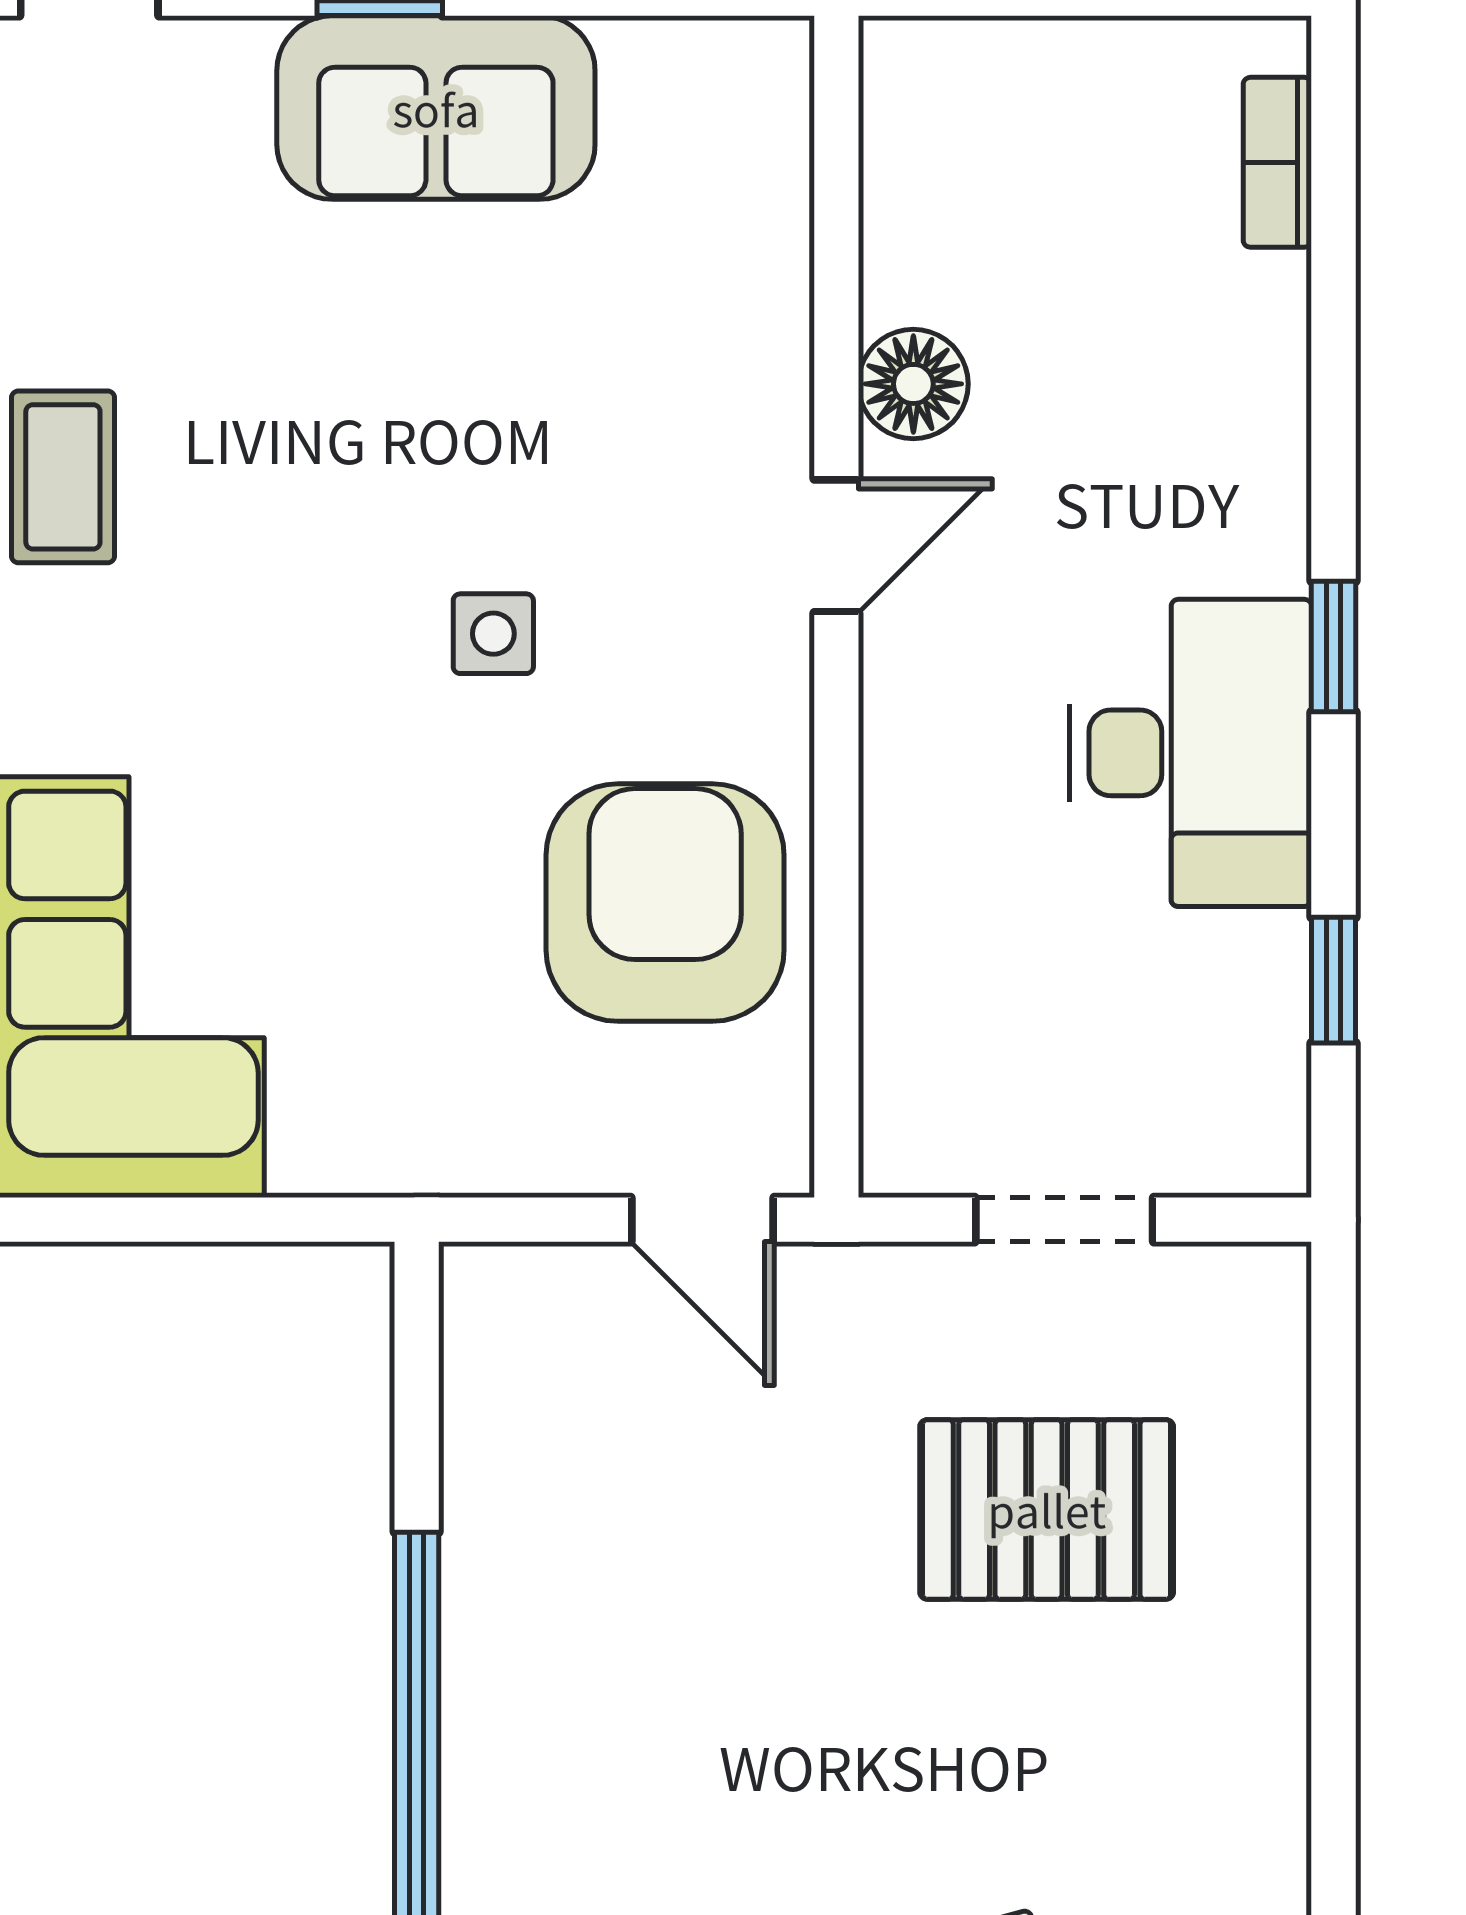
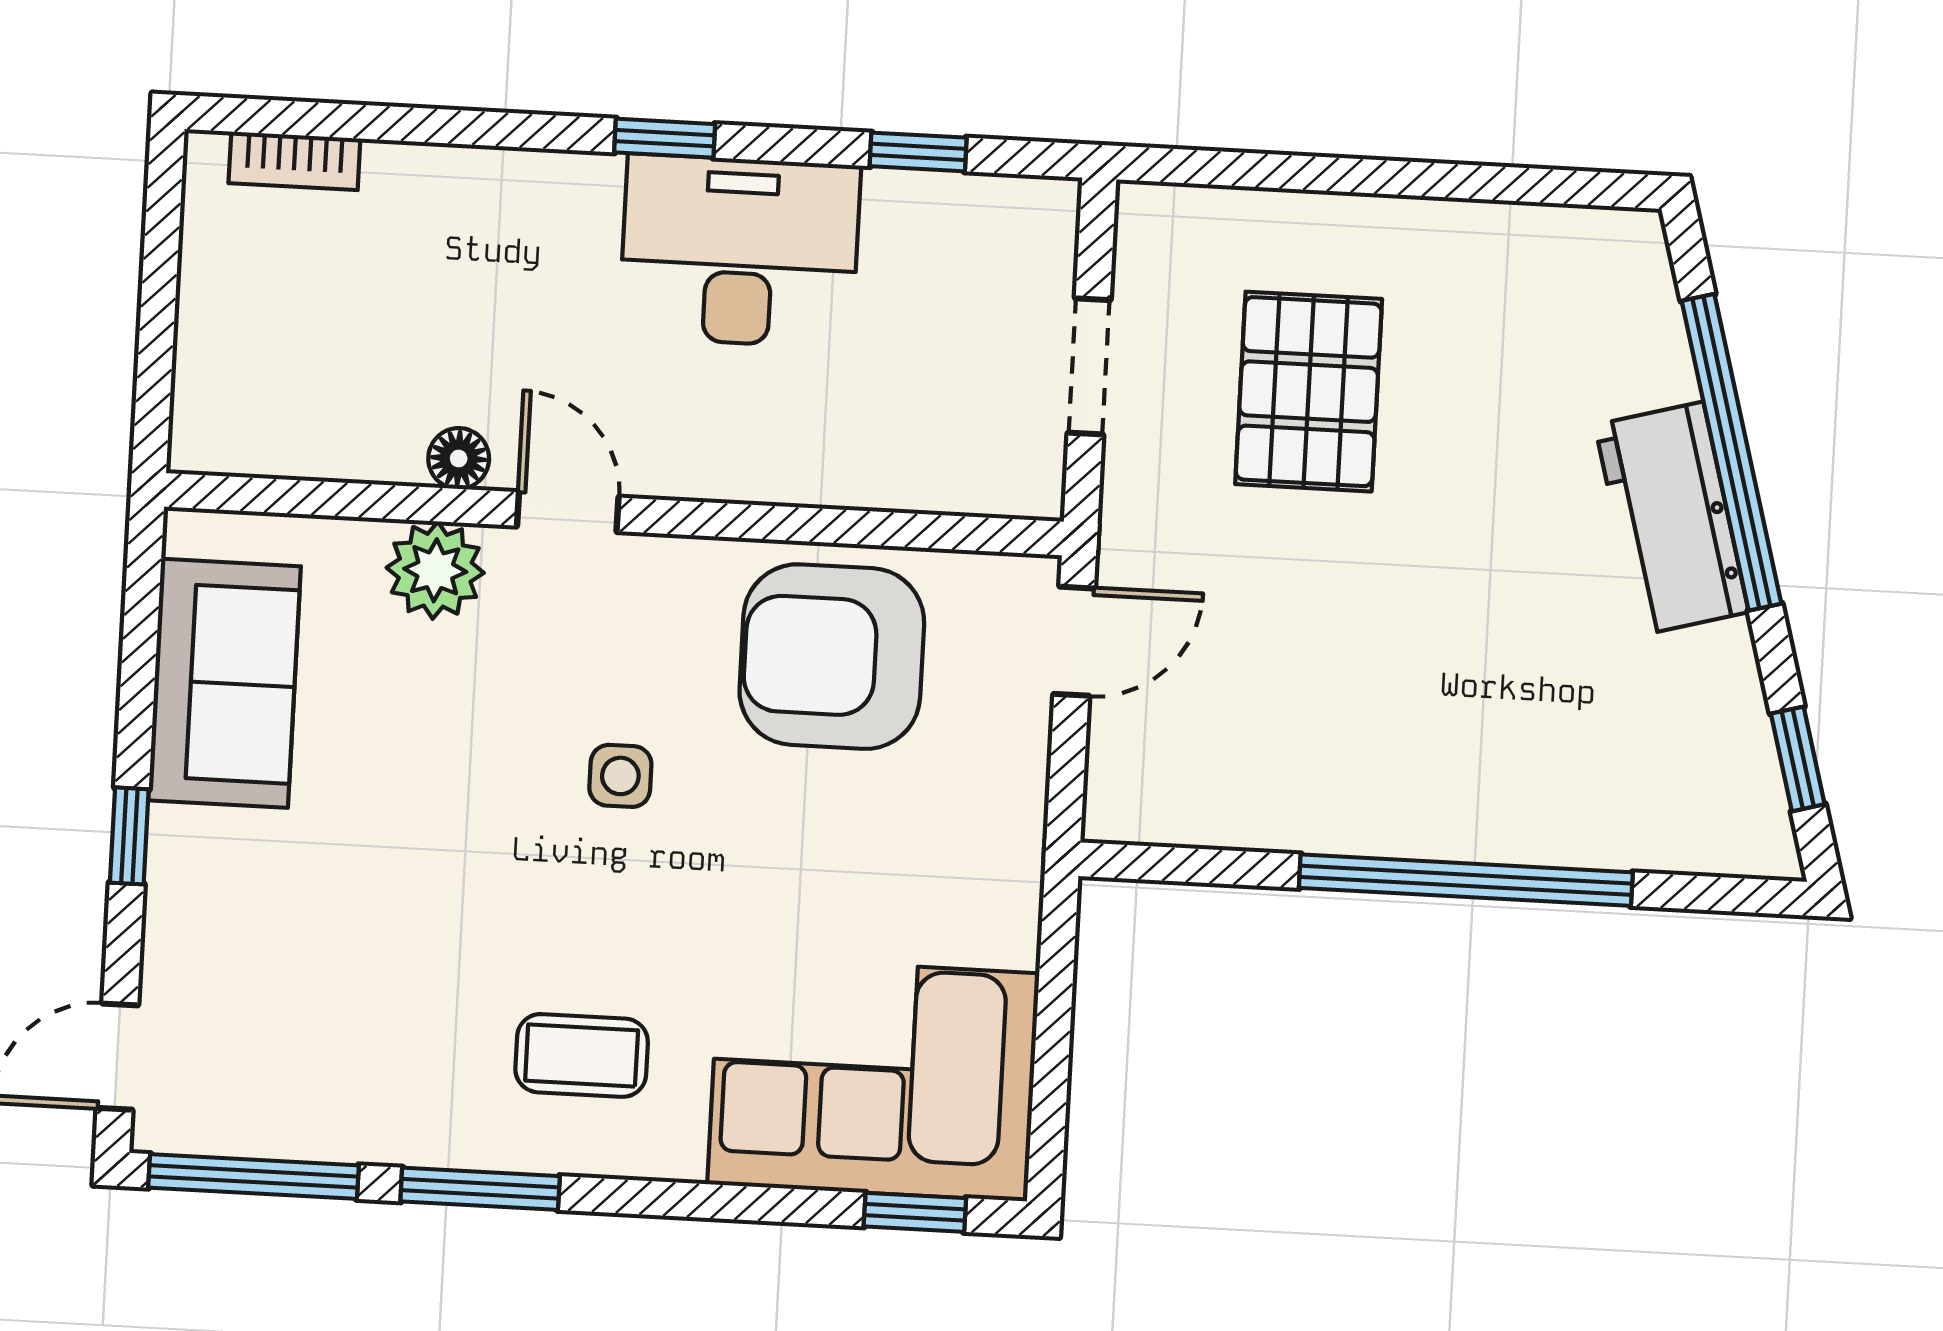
sofa: (436, 108) -> (224, 683), moved
plant: (750, 376) -> (435, 570), added
floor lamp: (913, 384) -> (459, 458), width x0.73, depth x0.73
coffee table: (63, 477) -> (582, 1055), moved

